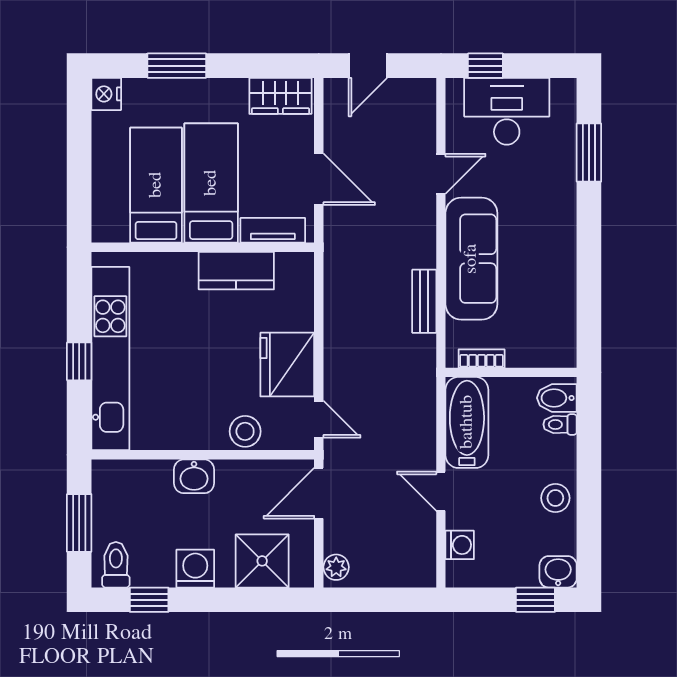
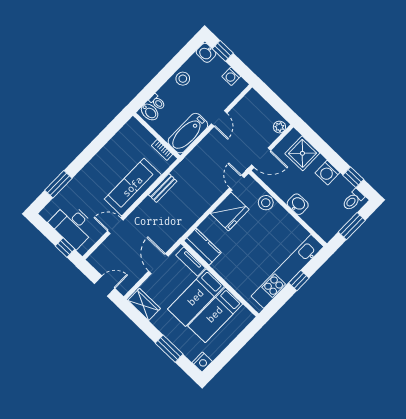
kitchen counter: (236, 271) -> (203, 247), moved
washing machine: (460, 545) -> (231, 76), moved, turned -90

